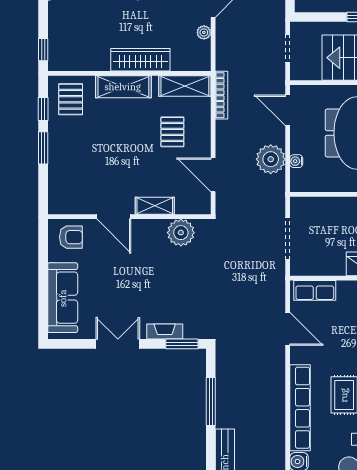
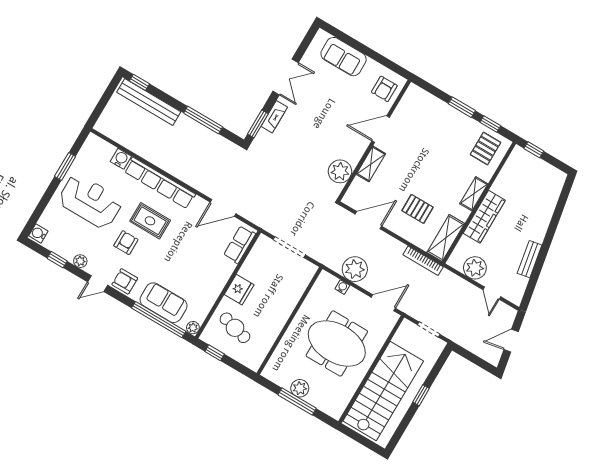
plant: (204, 32) -> (475, 268), width x1.87, depth x1.87
shelving: (123, 87) -> (474, 194), width x0.67, depth x0.75
pallet: (71, 99) -> (485, 148), turned 90
sofa: (63, 298) -> (344, 57), width x0.73

